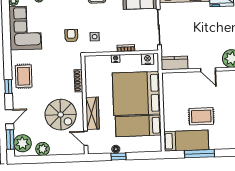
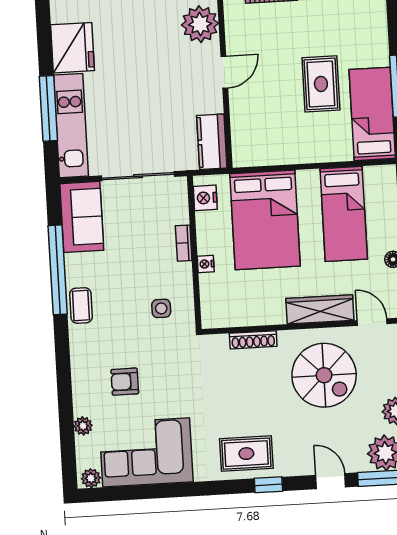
armchair: (71, 36) -> (125, 382), moved
bed: (136, 93) -> (265, 220), width x0.73
spiral stairs: (61, 115) -> (324, 375), turned 90
door: (86, 138) -> (372, 322), swing flipped

